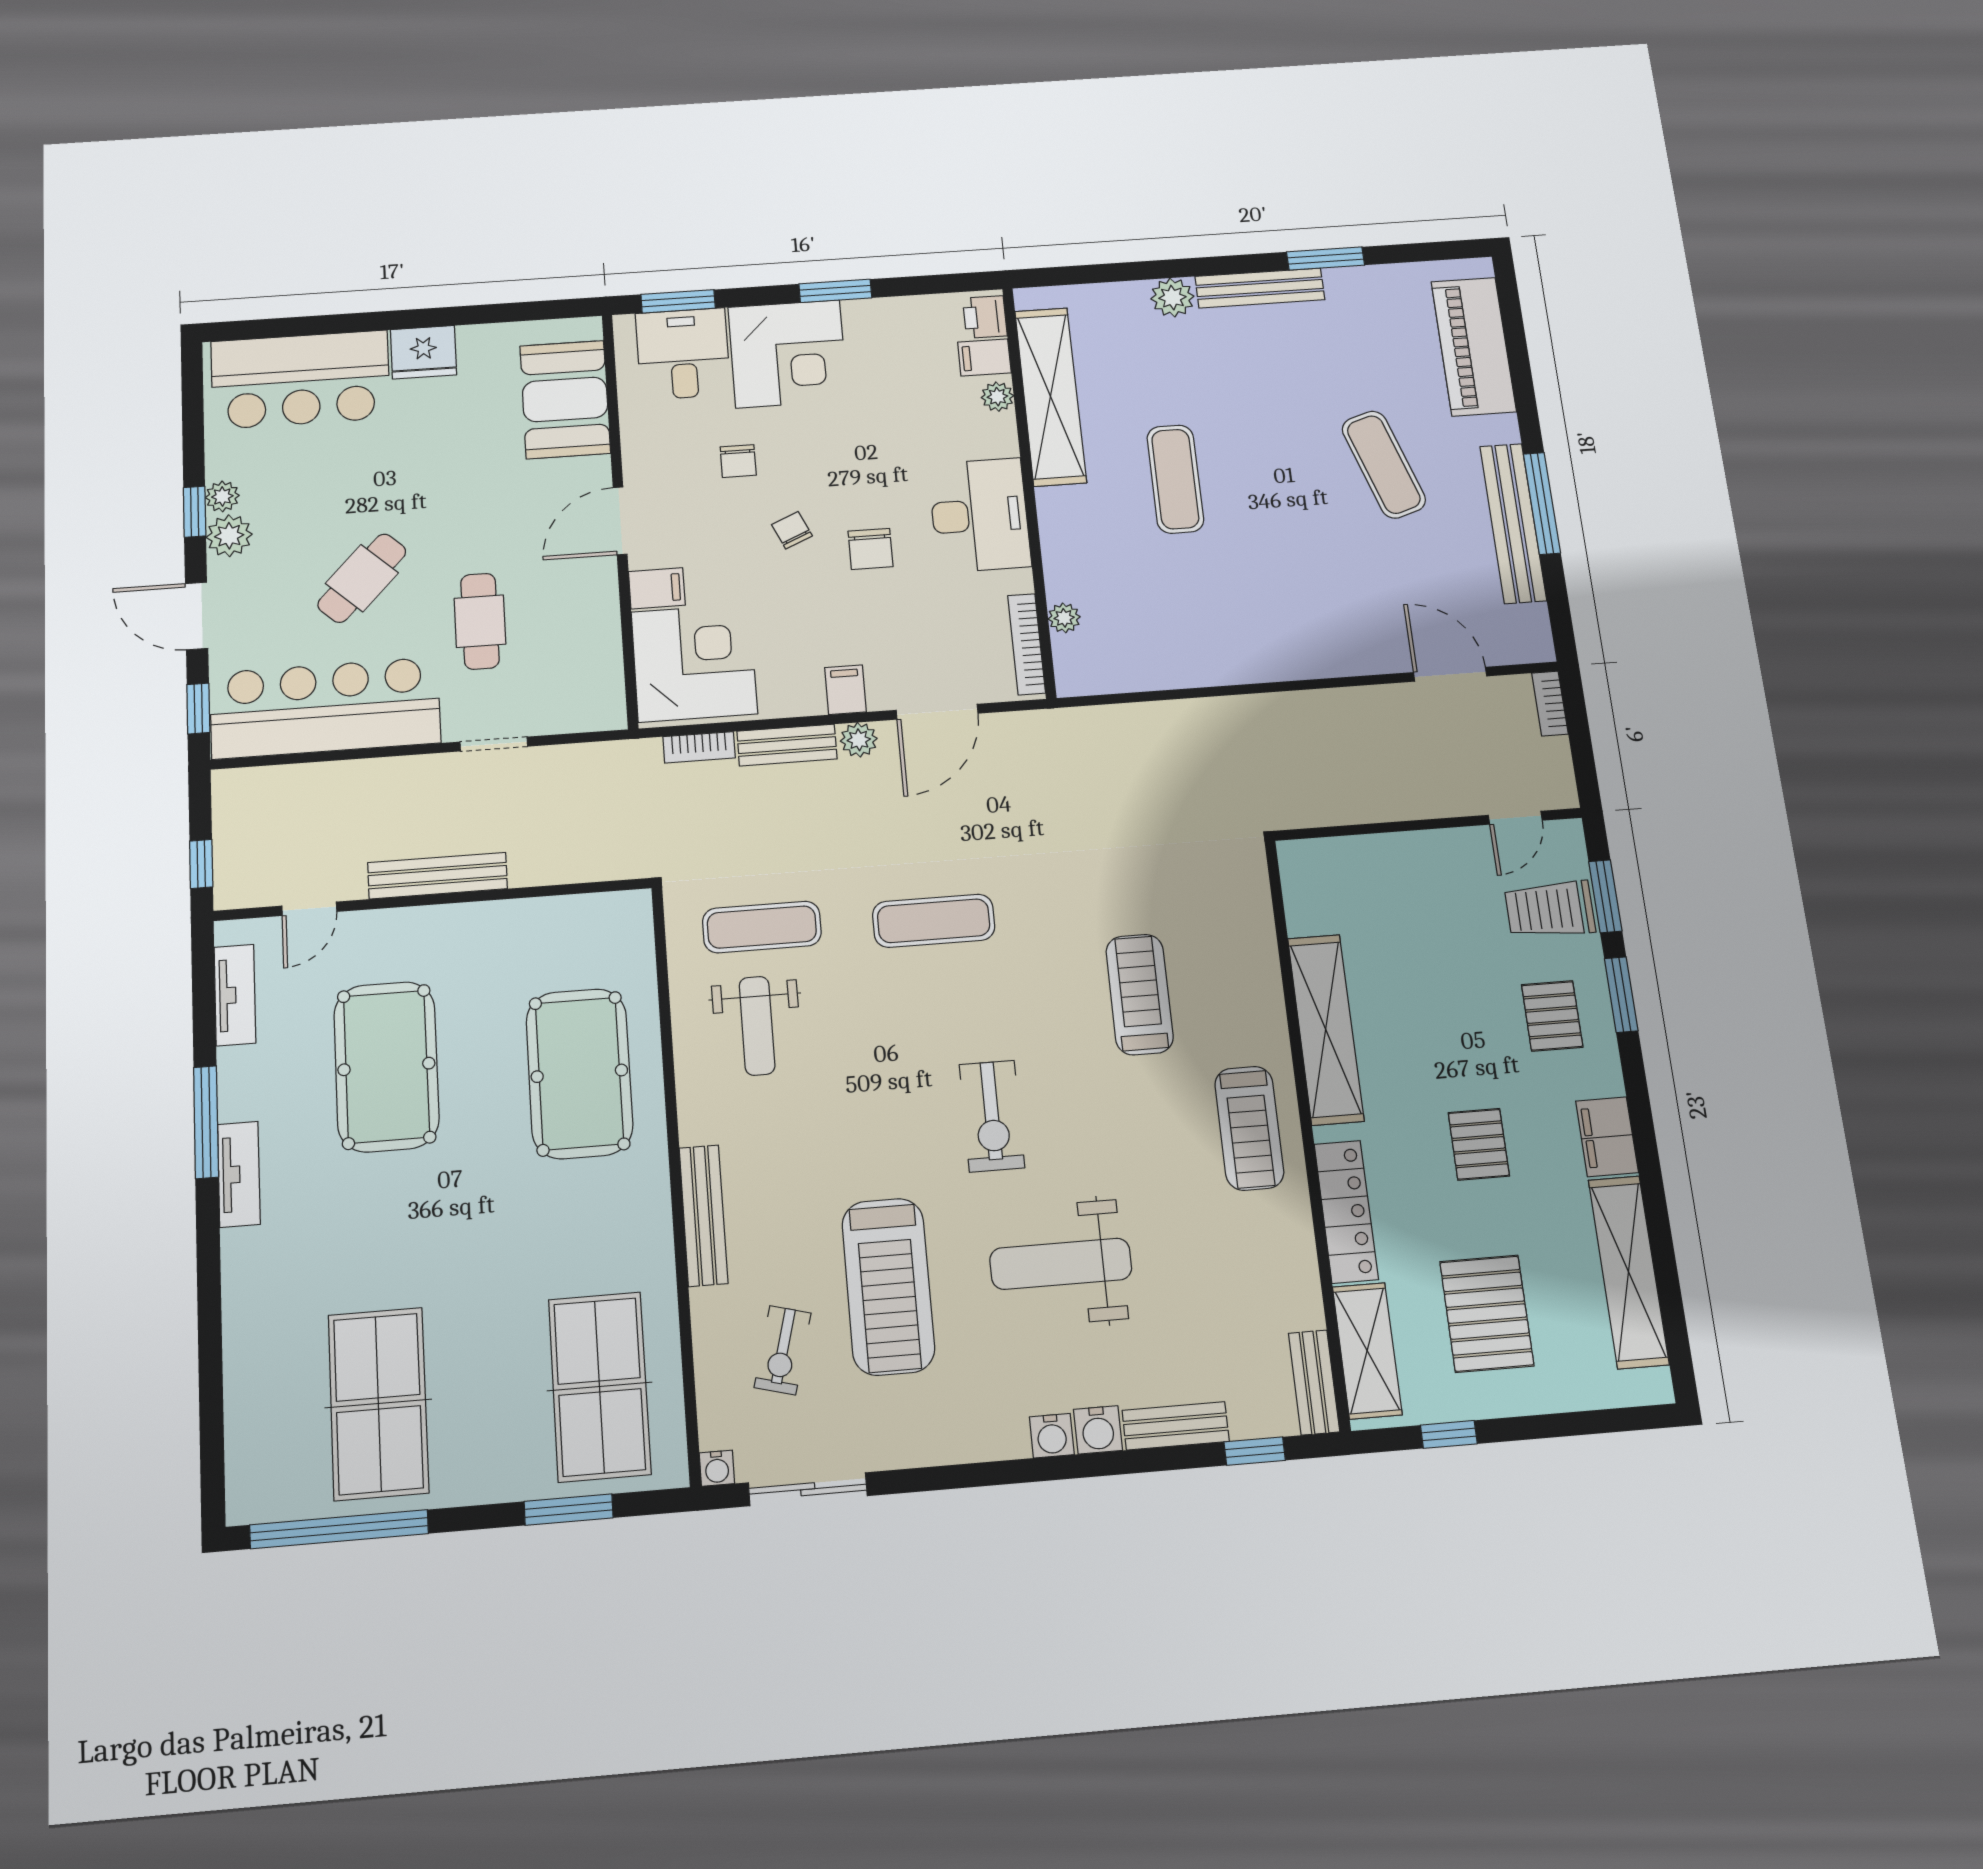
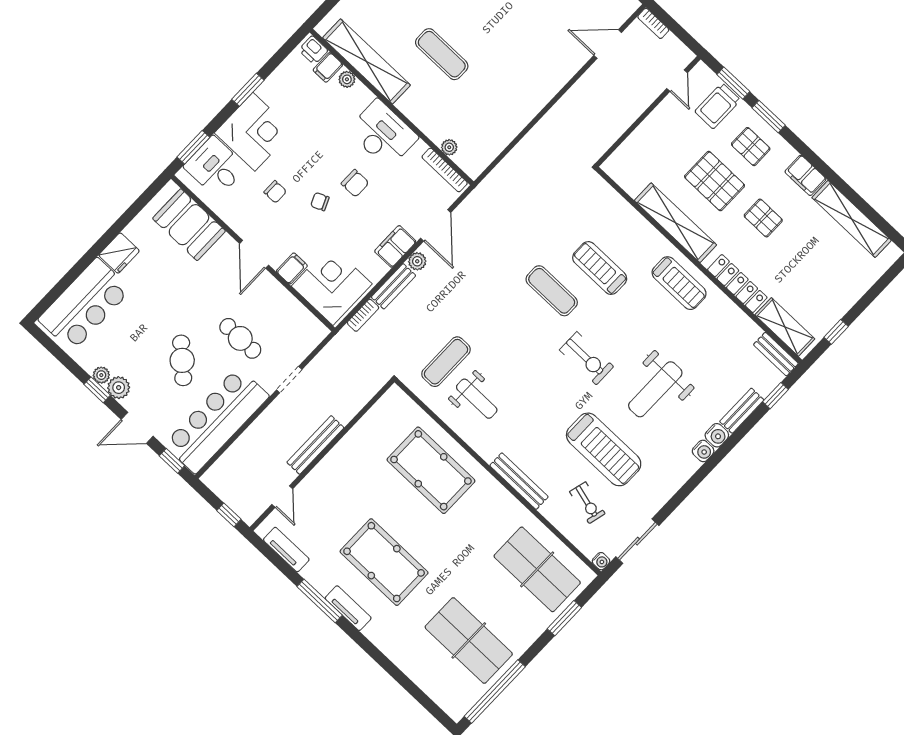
filing cabinet: (845, 690) -> (395, 246), width x2.00
exercise mat: (934, 921) -> (552, 291), moved, turned 90
pool table: (386, 1066) -> (384, 562), moved
pallet: (1487, 1314) -> (715, 181), moved

